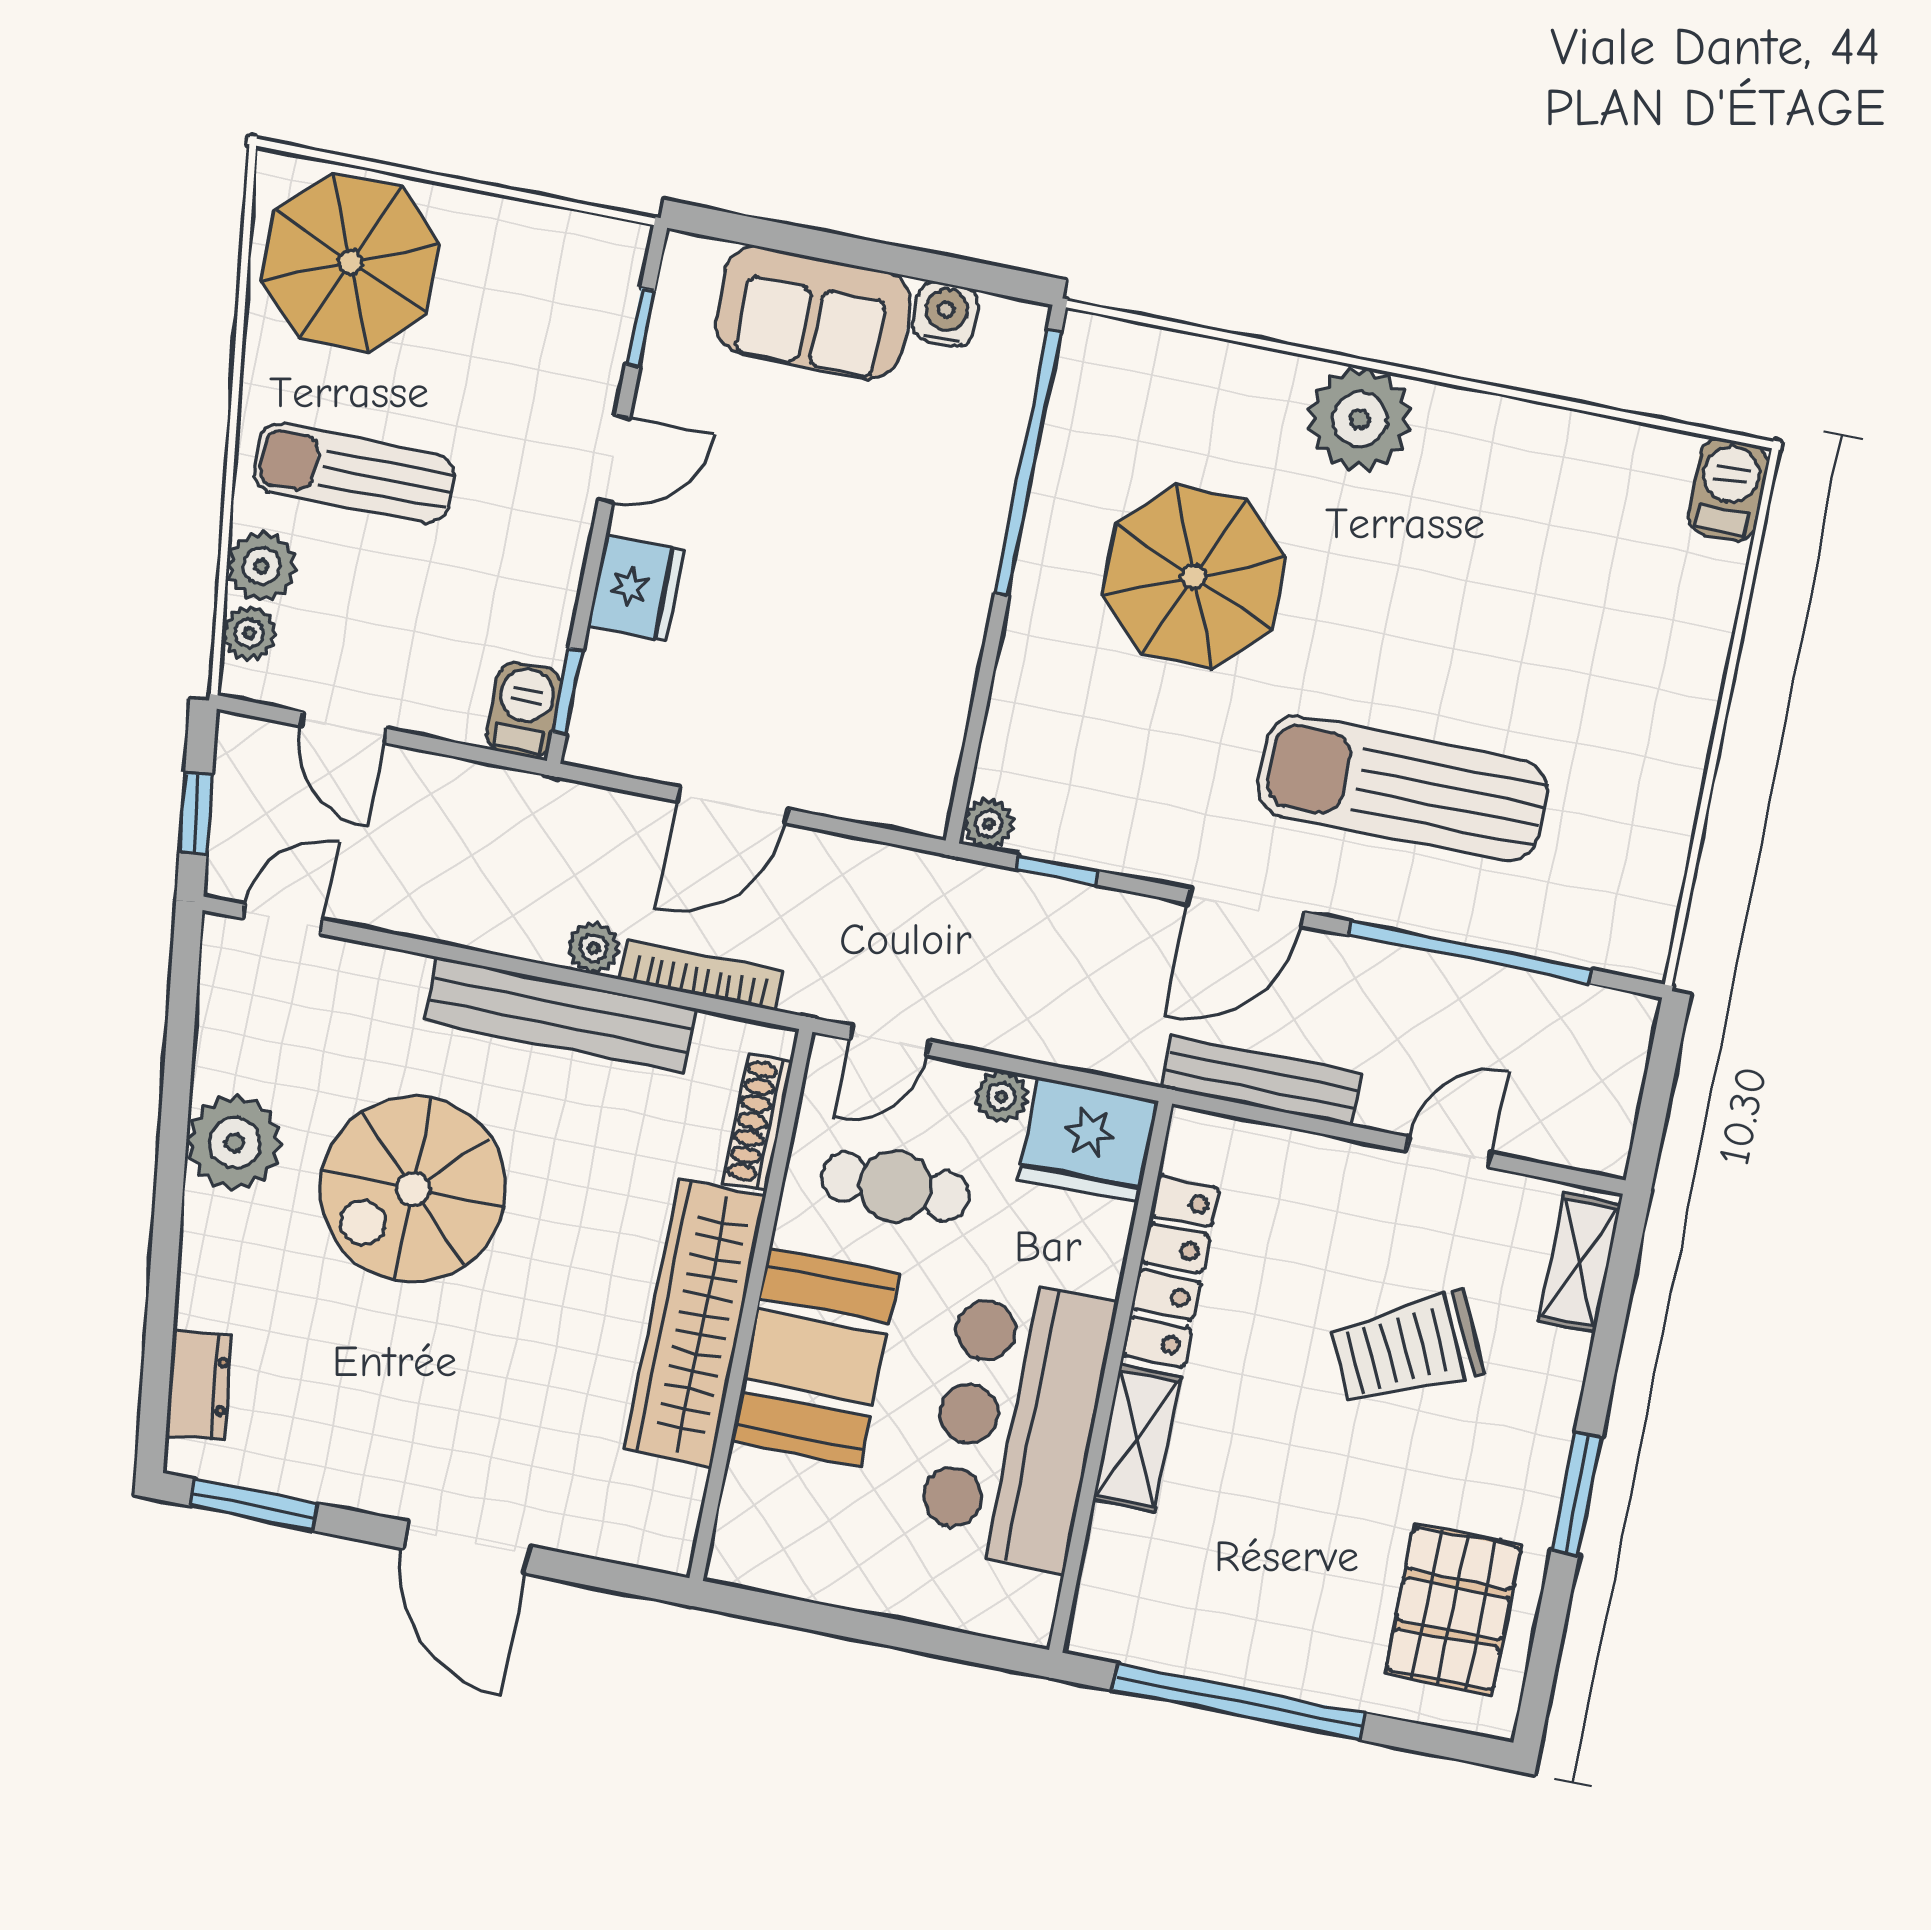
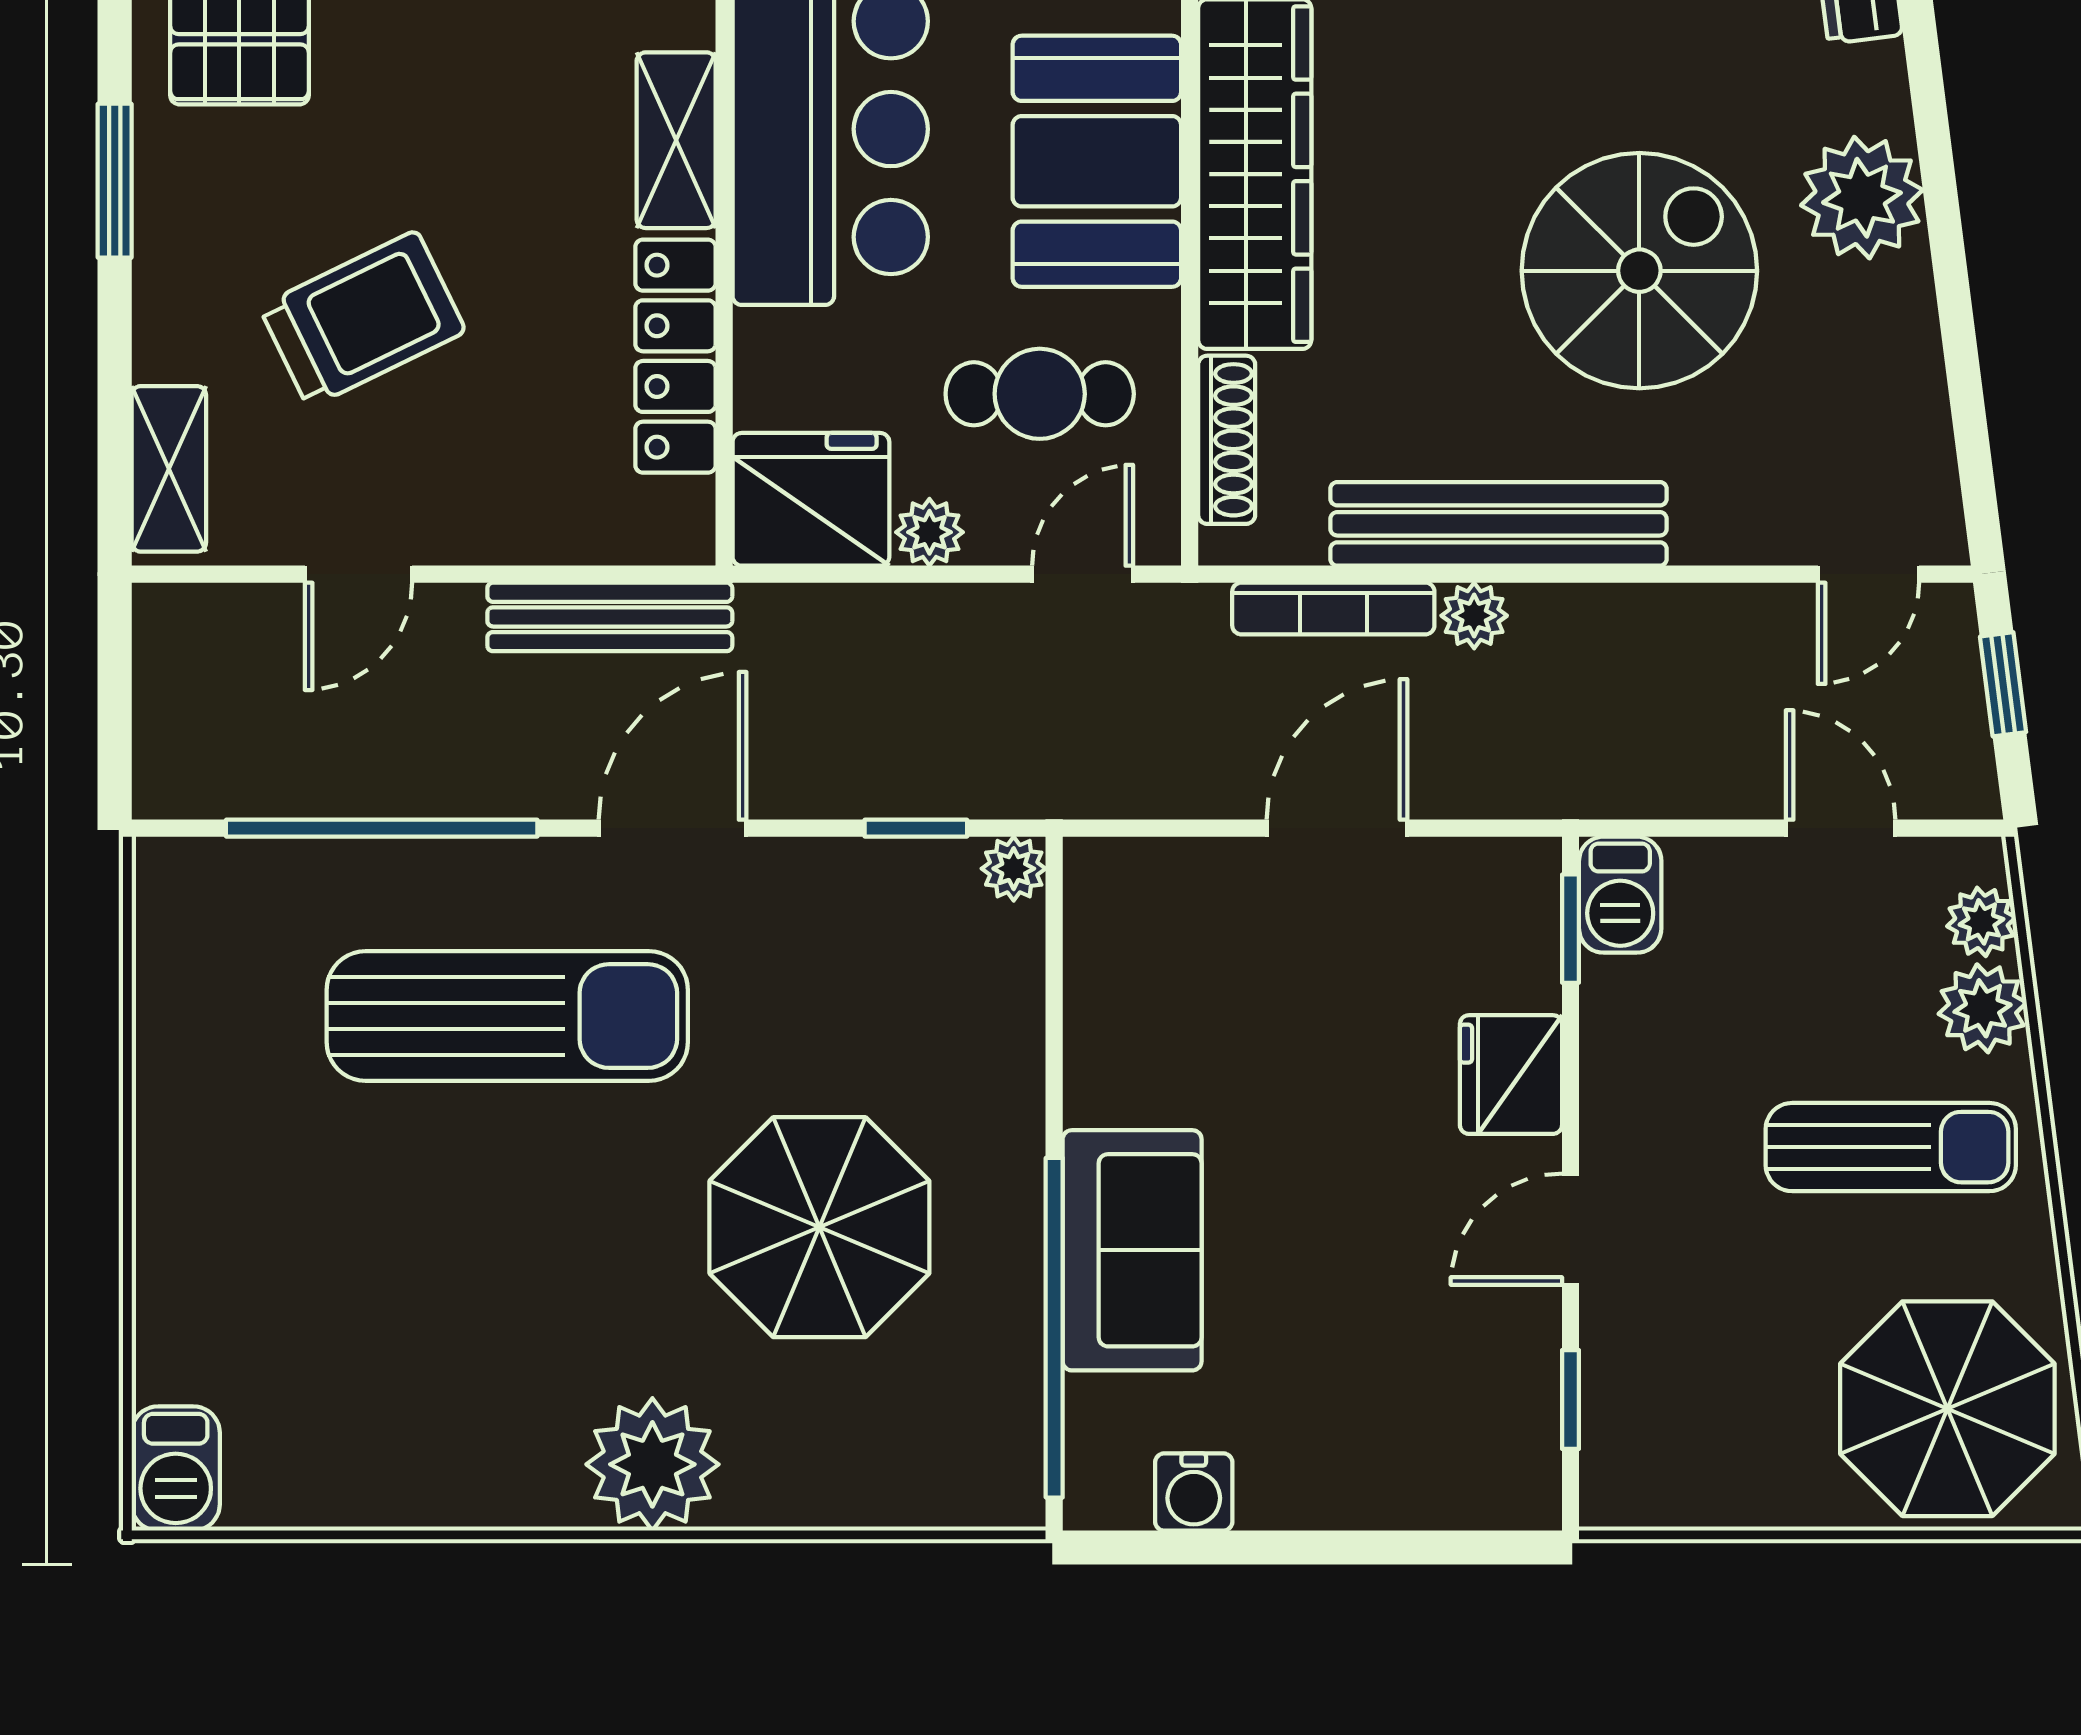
sofa: (813, 313) -> (1132, 1250), moved, turned 90
plant: (235, 1143) -> (1862, 198), moved

